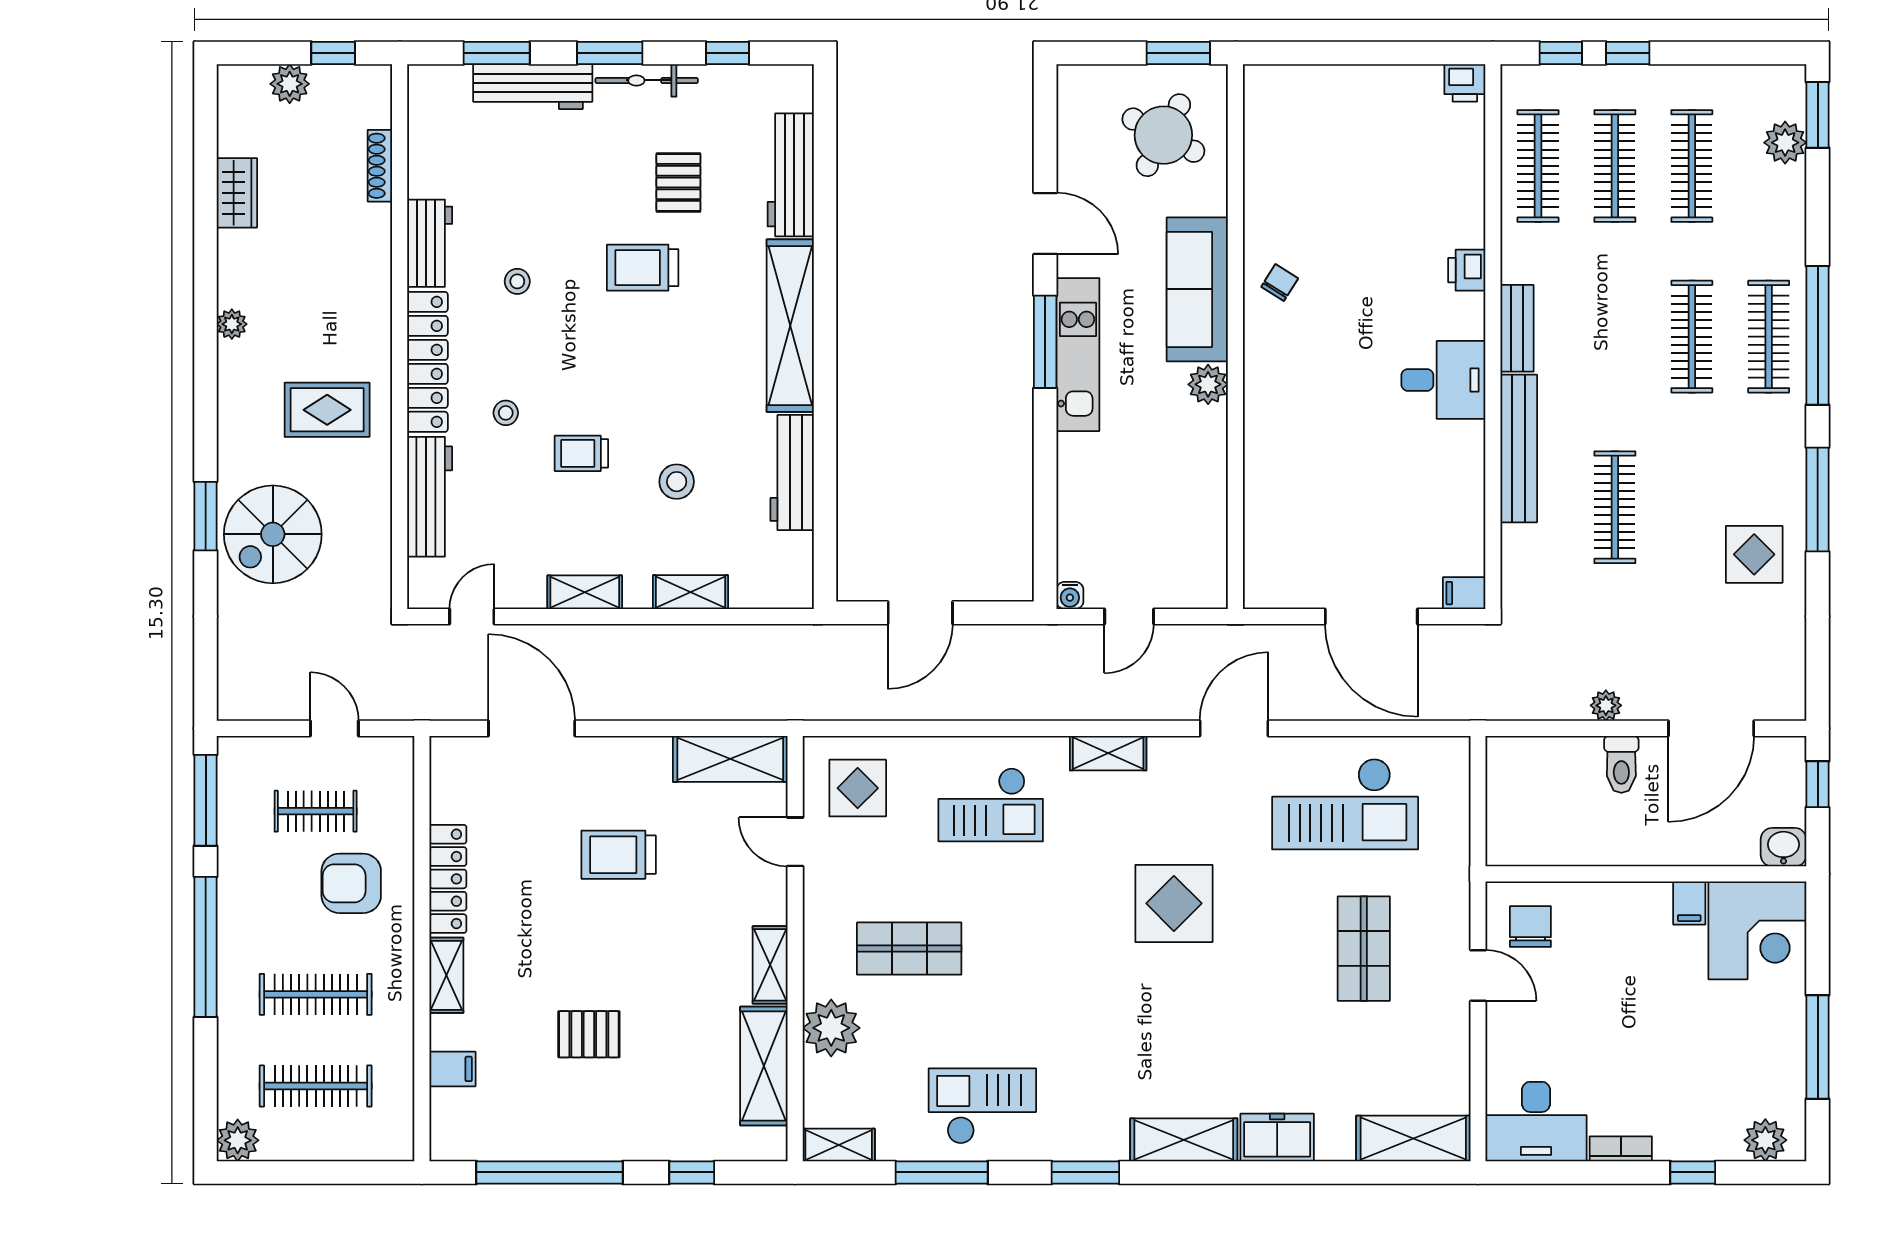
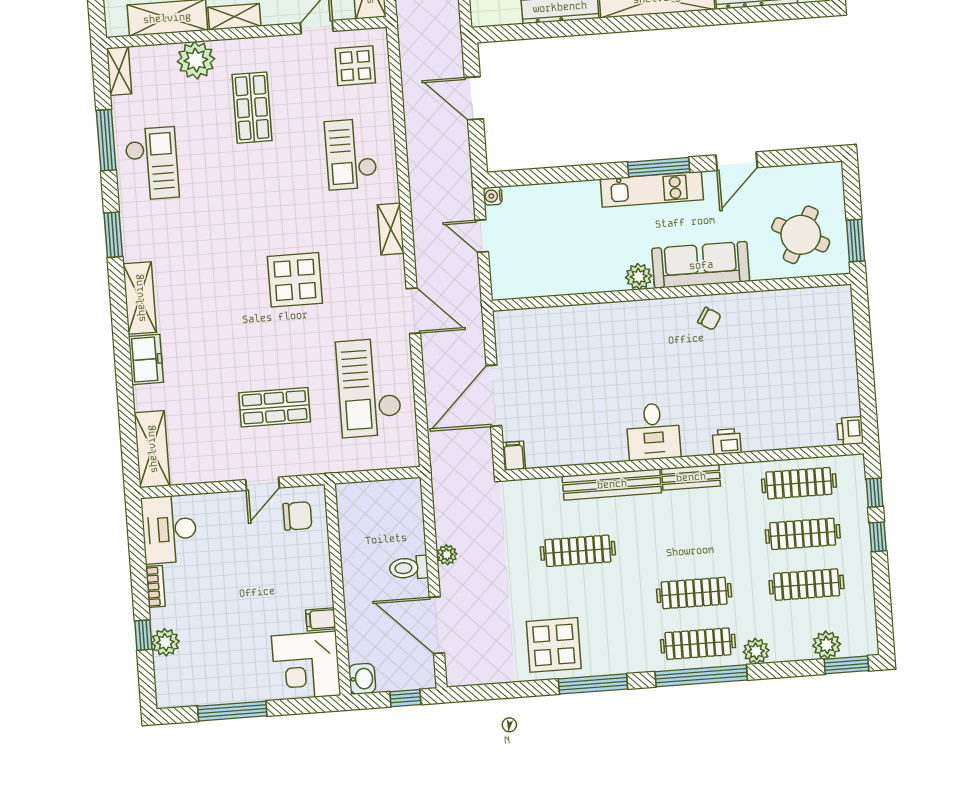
plant: (1787, 250) -> (756, 651), added
display table: (1754, 554) -> (554, 645), width x1.36, depth x1.36
plant: (1765, 1140) -> (165, 642), moved

